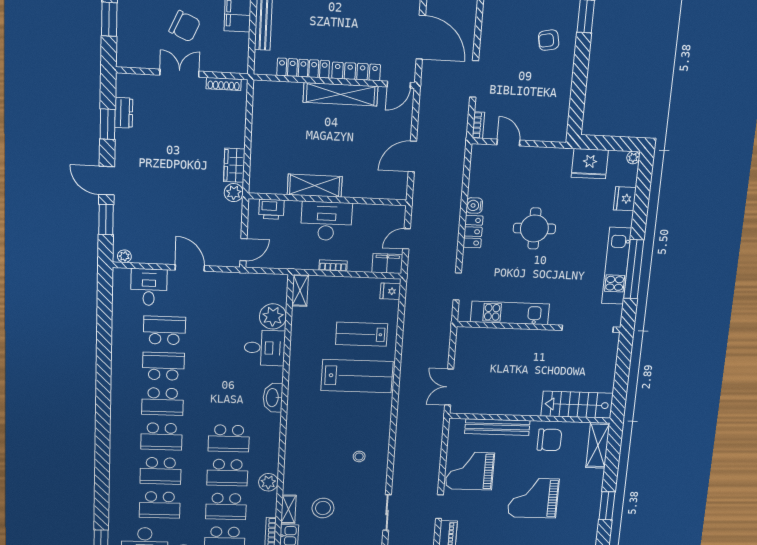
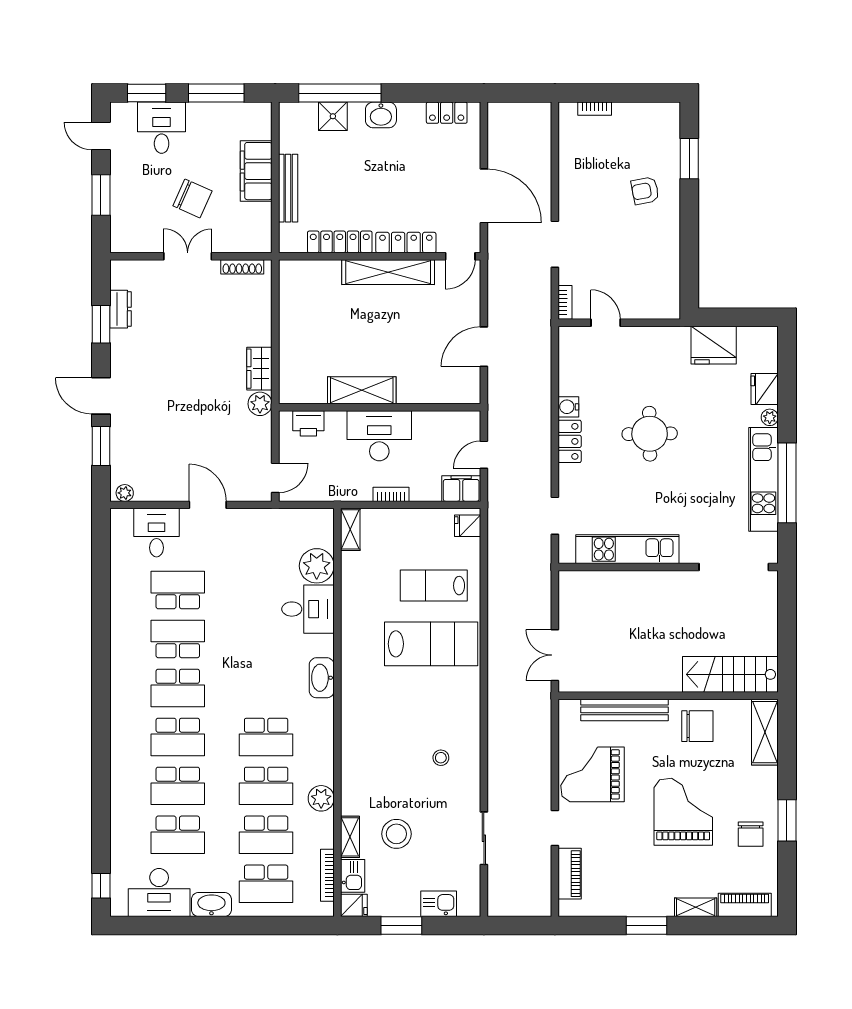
plant: (633, 158) -> (770, 417), moved
grand piano: (533, 498) -> (683, 812), turned 90
chair: (580, 514) -> (751, 834), added

